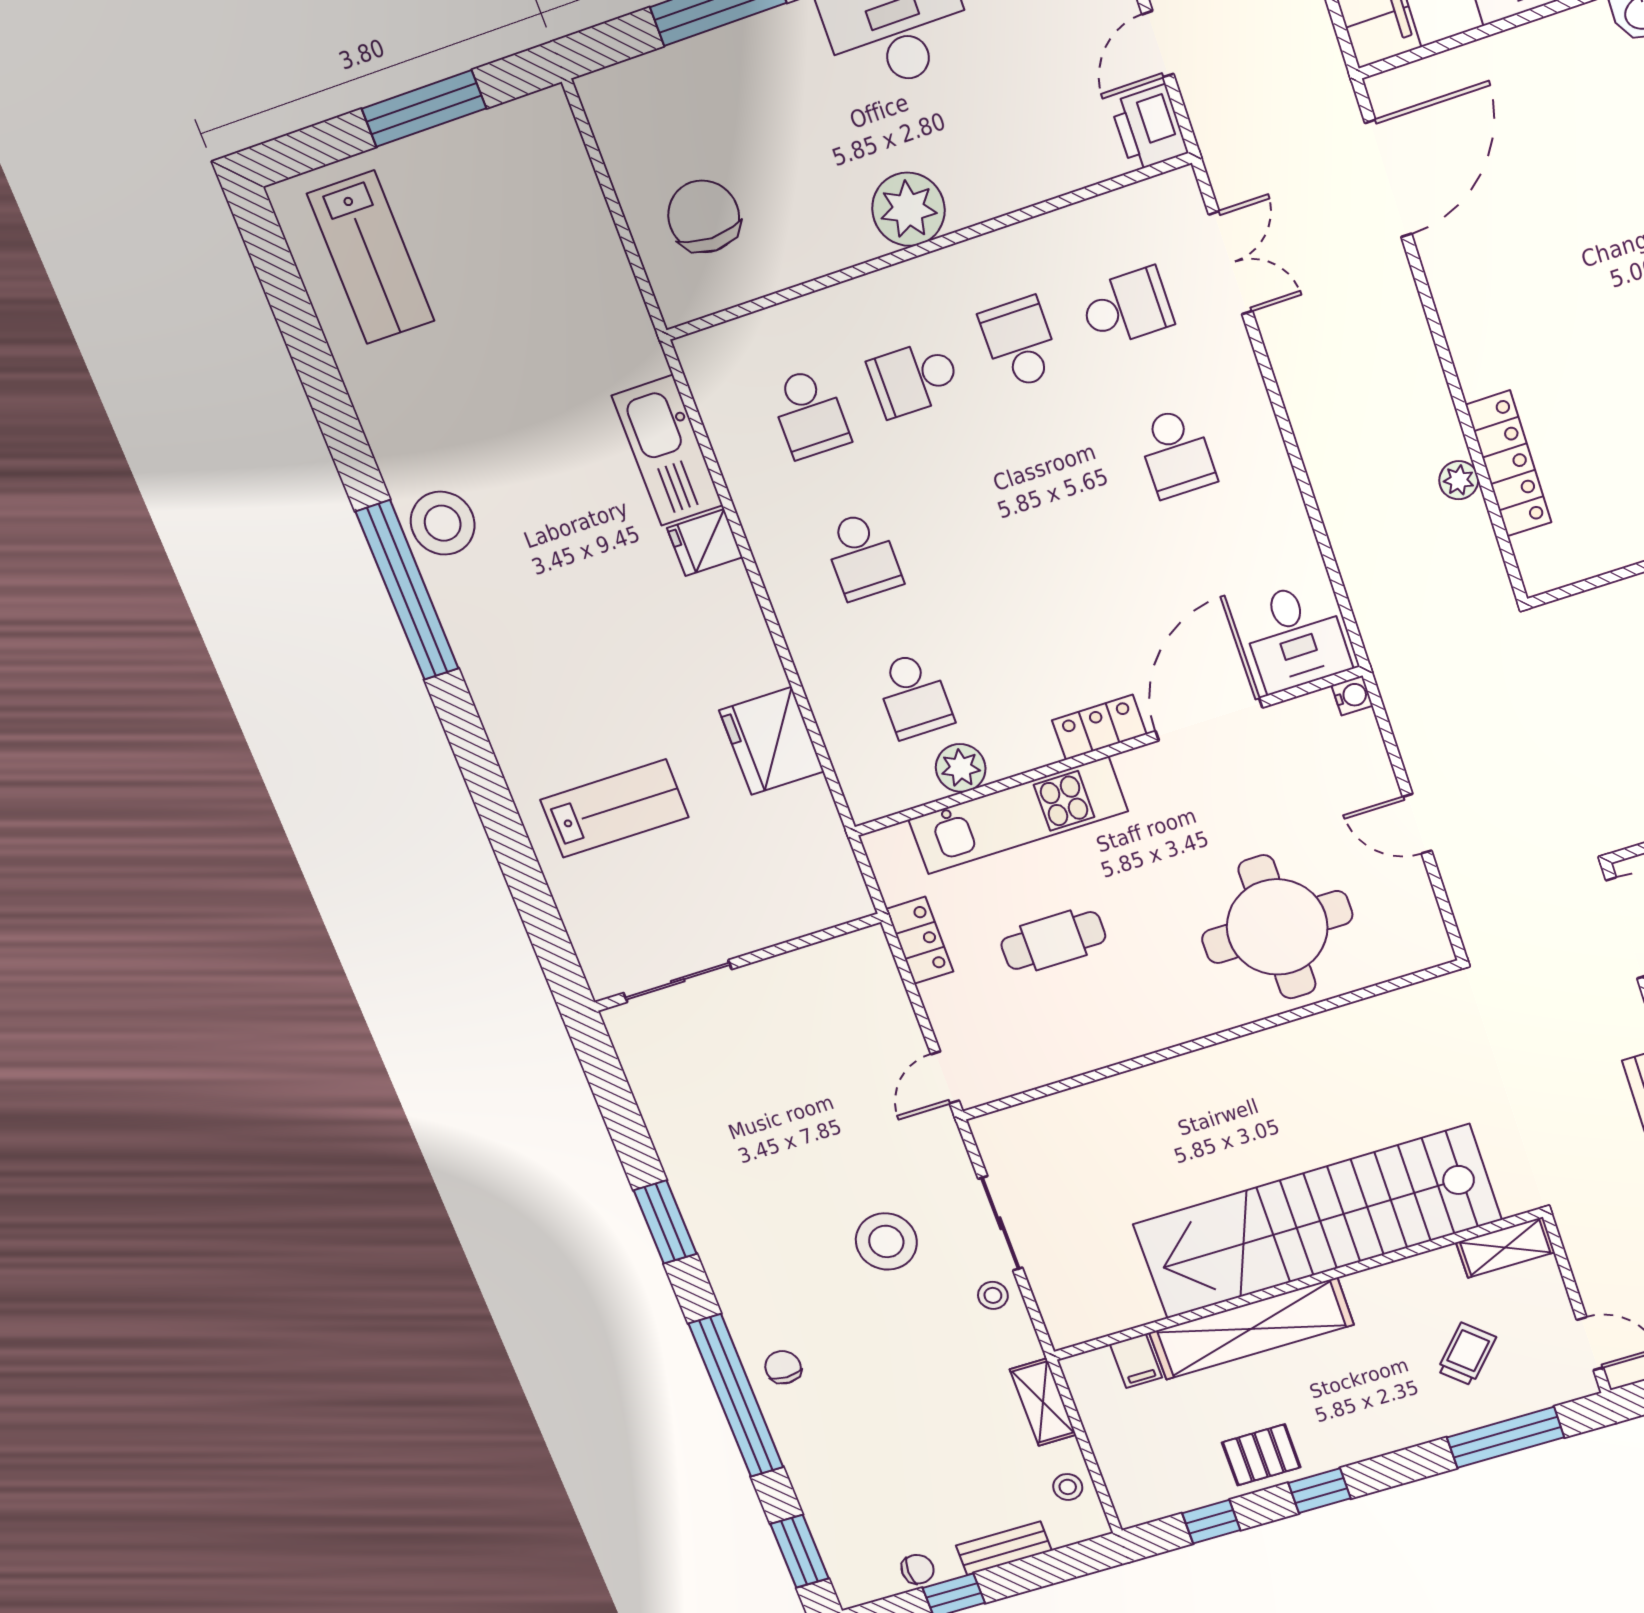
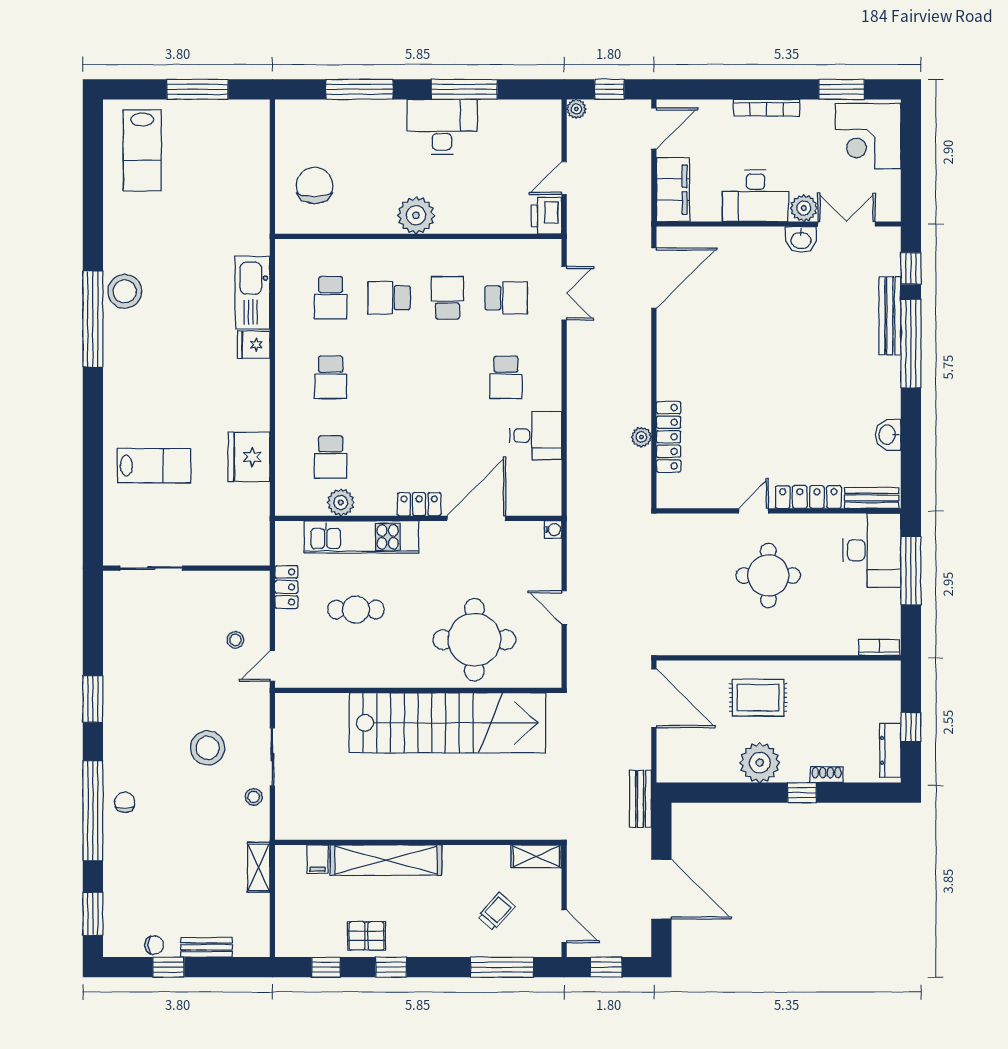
desk: (1295, 637) -> (536, 436), moved, turned -90
stairs: (1317, 1222) -> (447, 723), moved, turned 180
stool: (1068, 1487) -> (235, 640), moved

